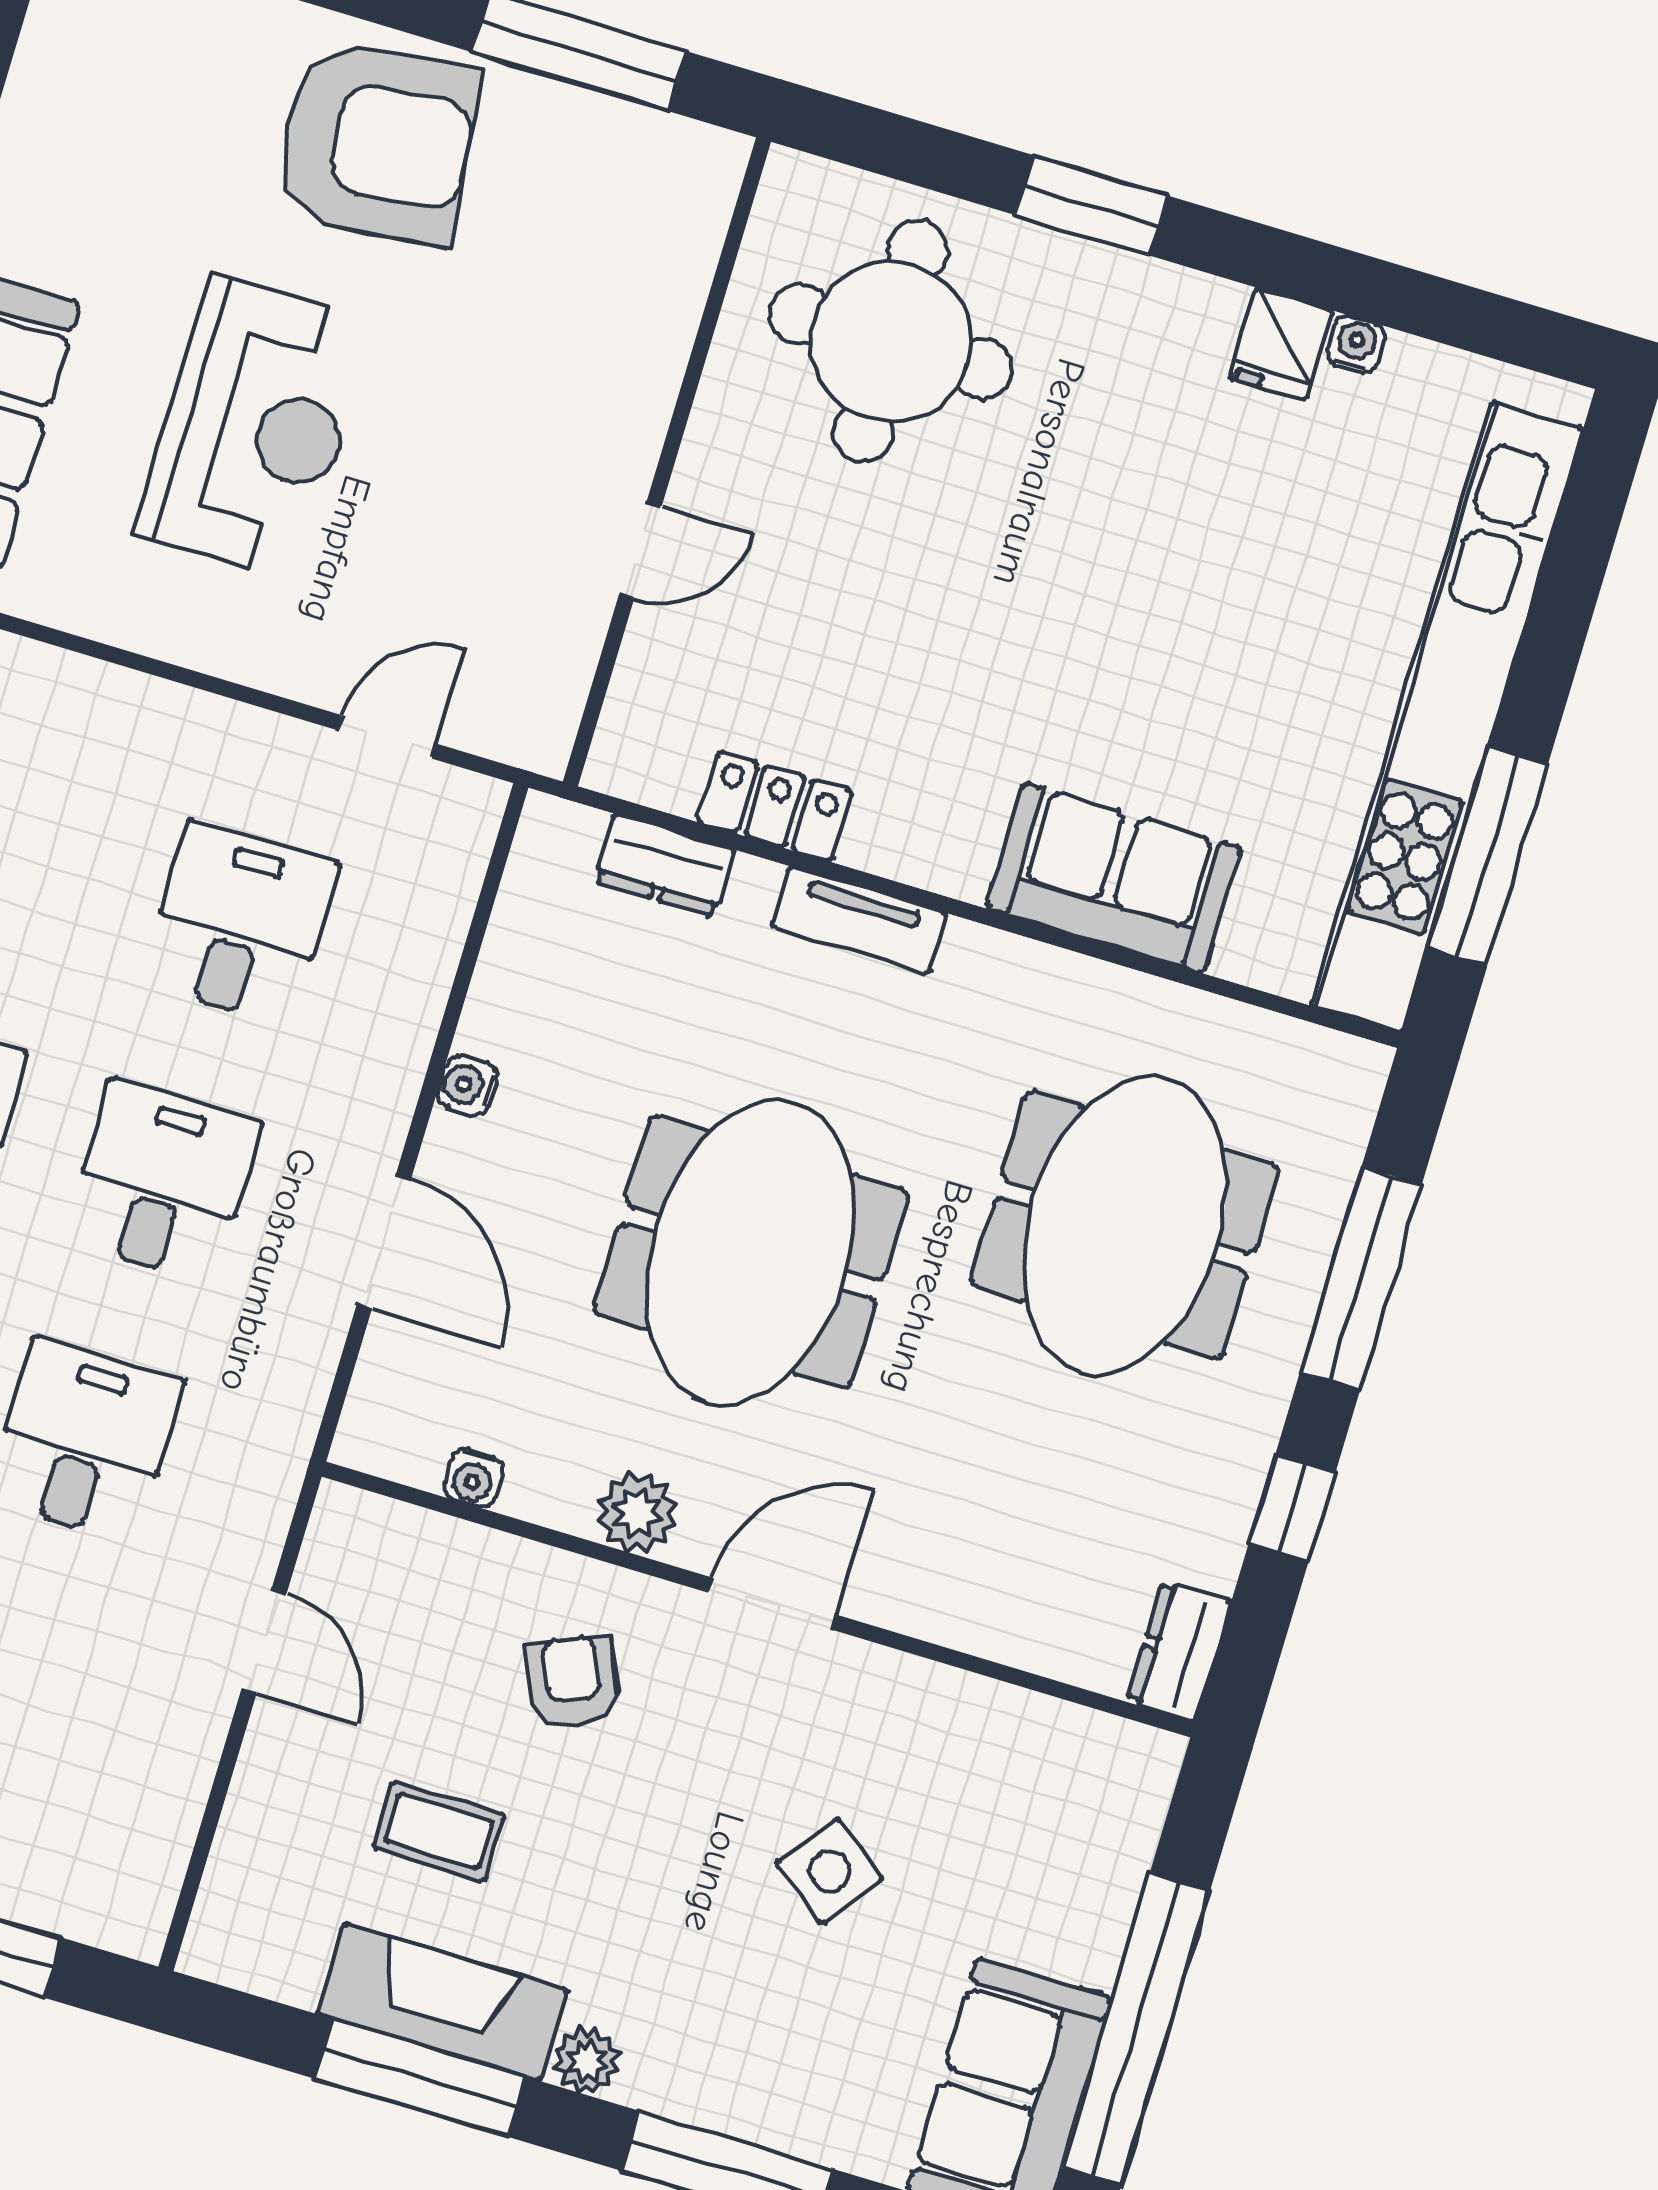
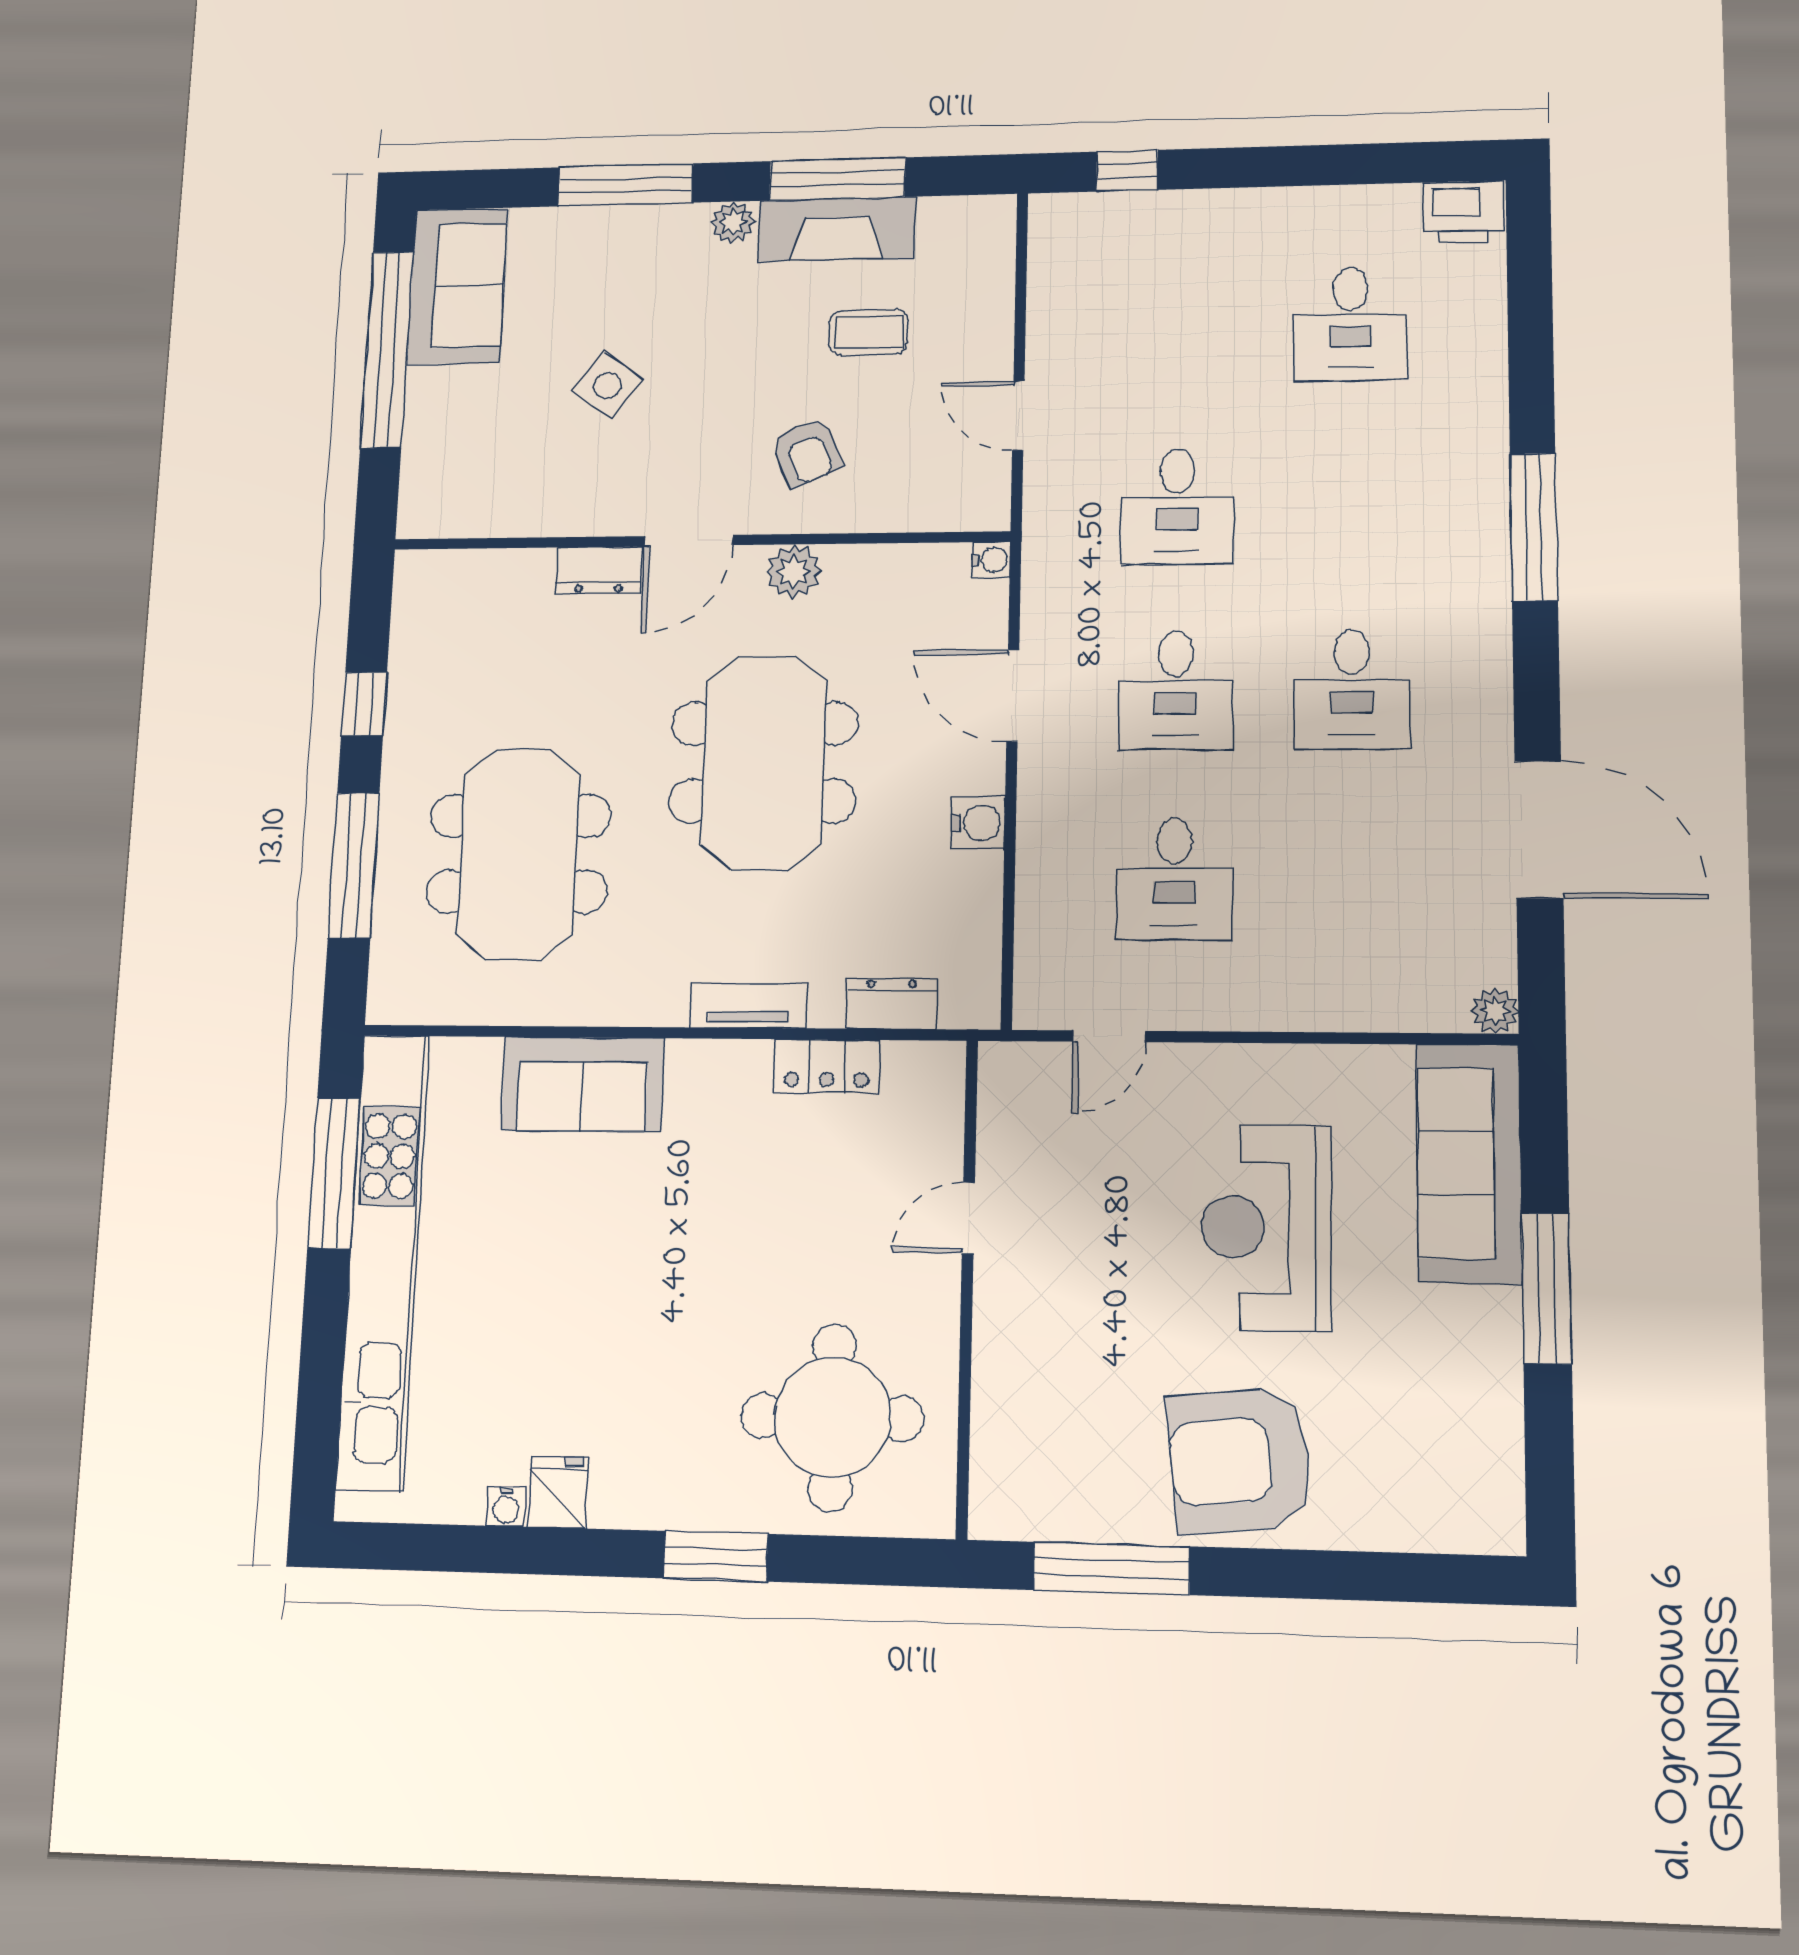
water cooler: (467, 1086) -> (978, 823), width x1.38, depth x1.38
water cooler: (473, 1478) -> (991, 560), moved, turned 90
dresser: (1179, 1651) -> (599, 570), moved, turned 90

